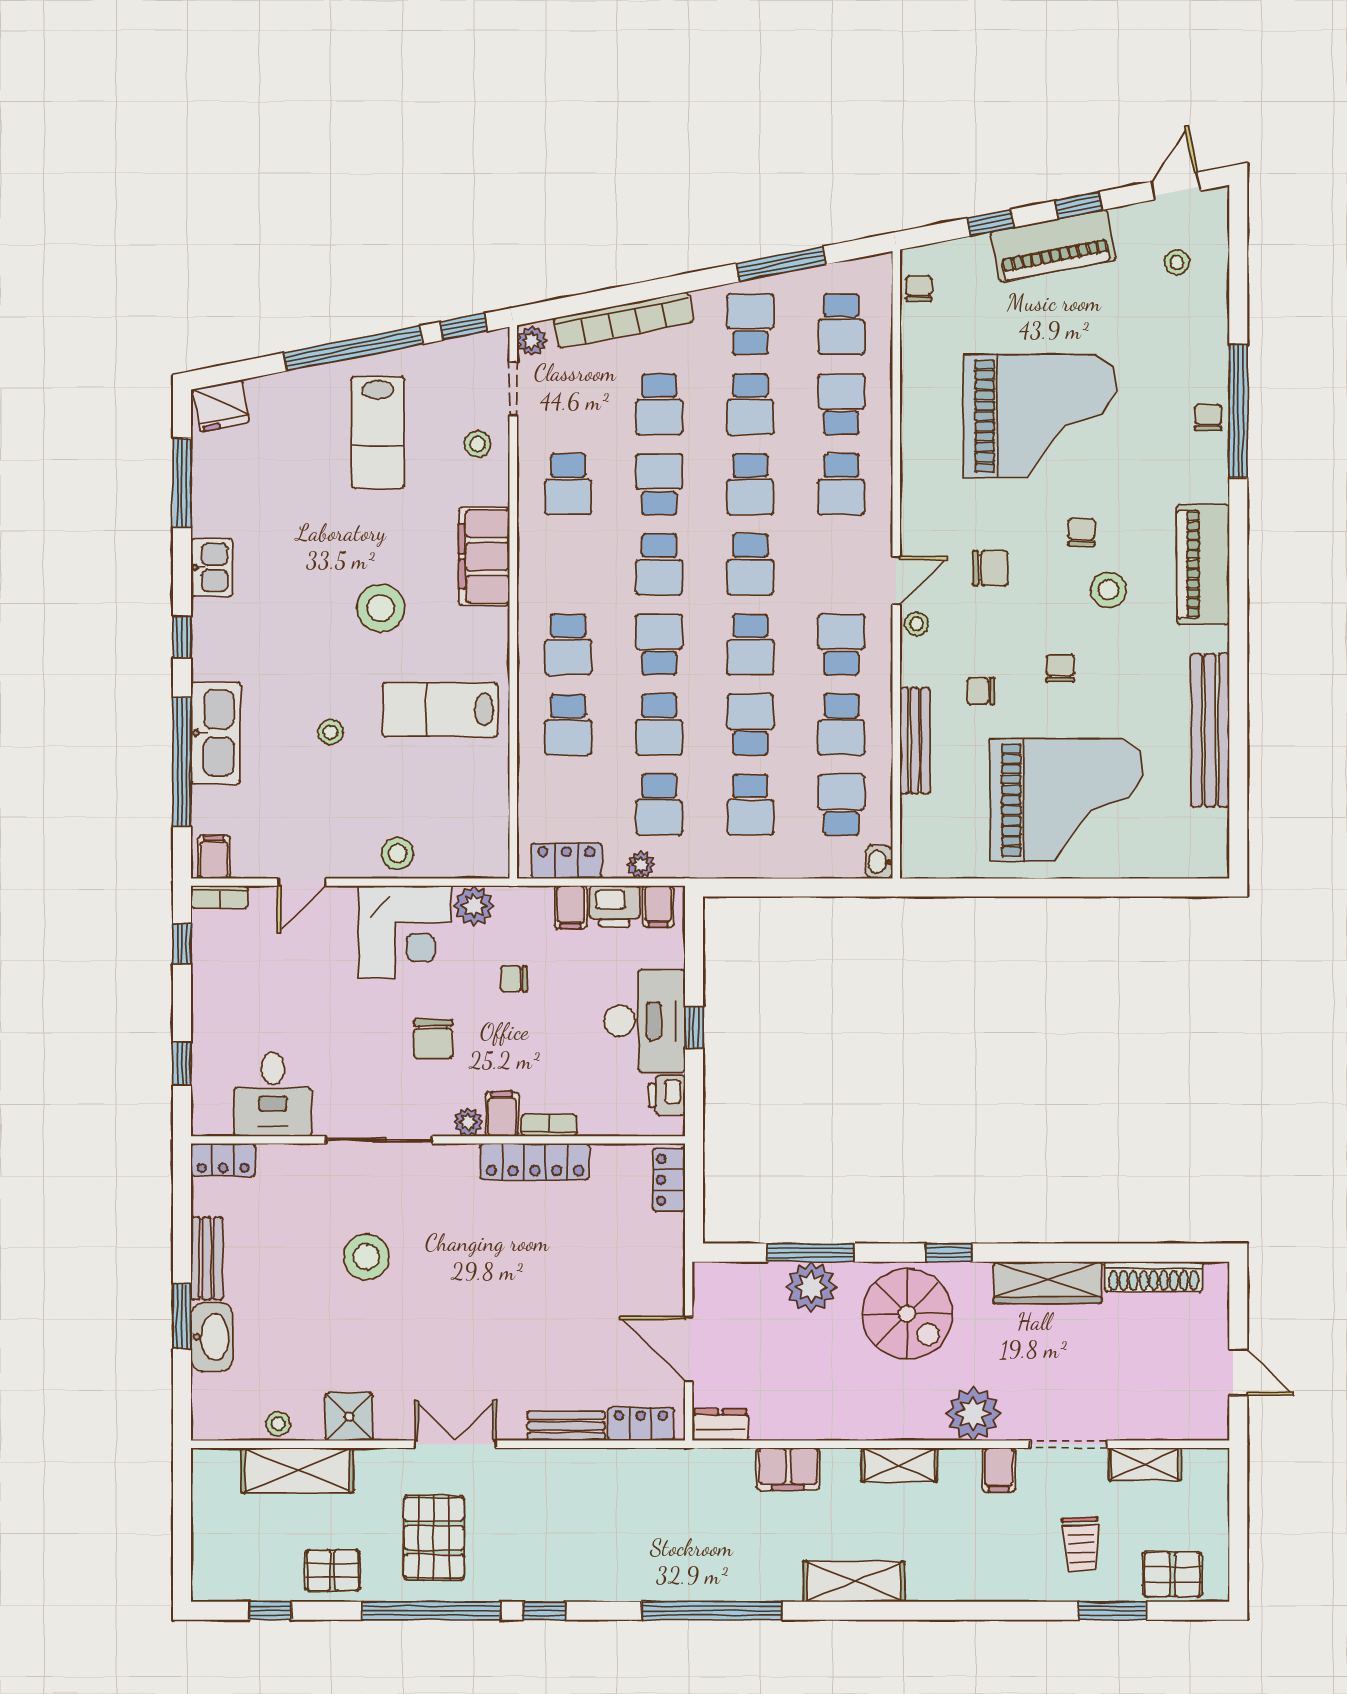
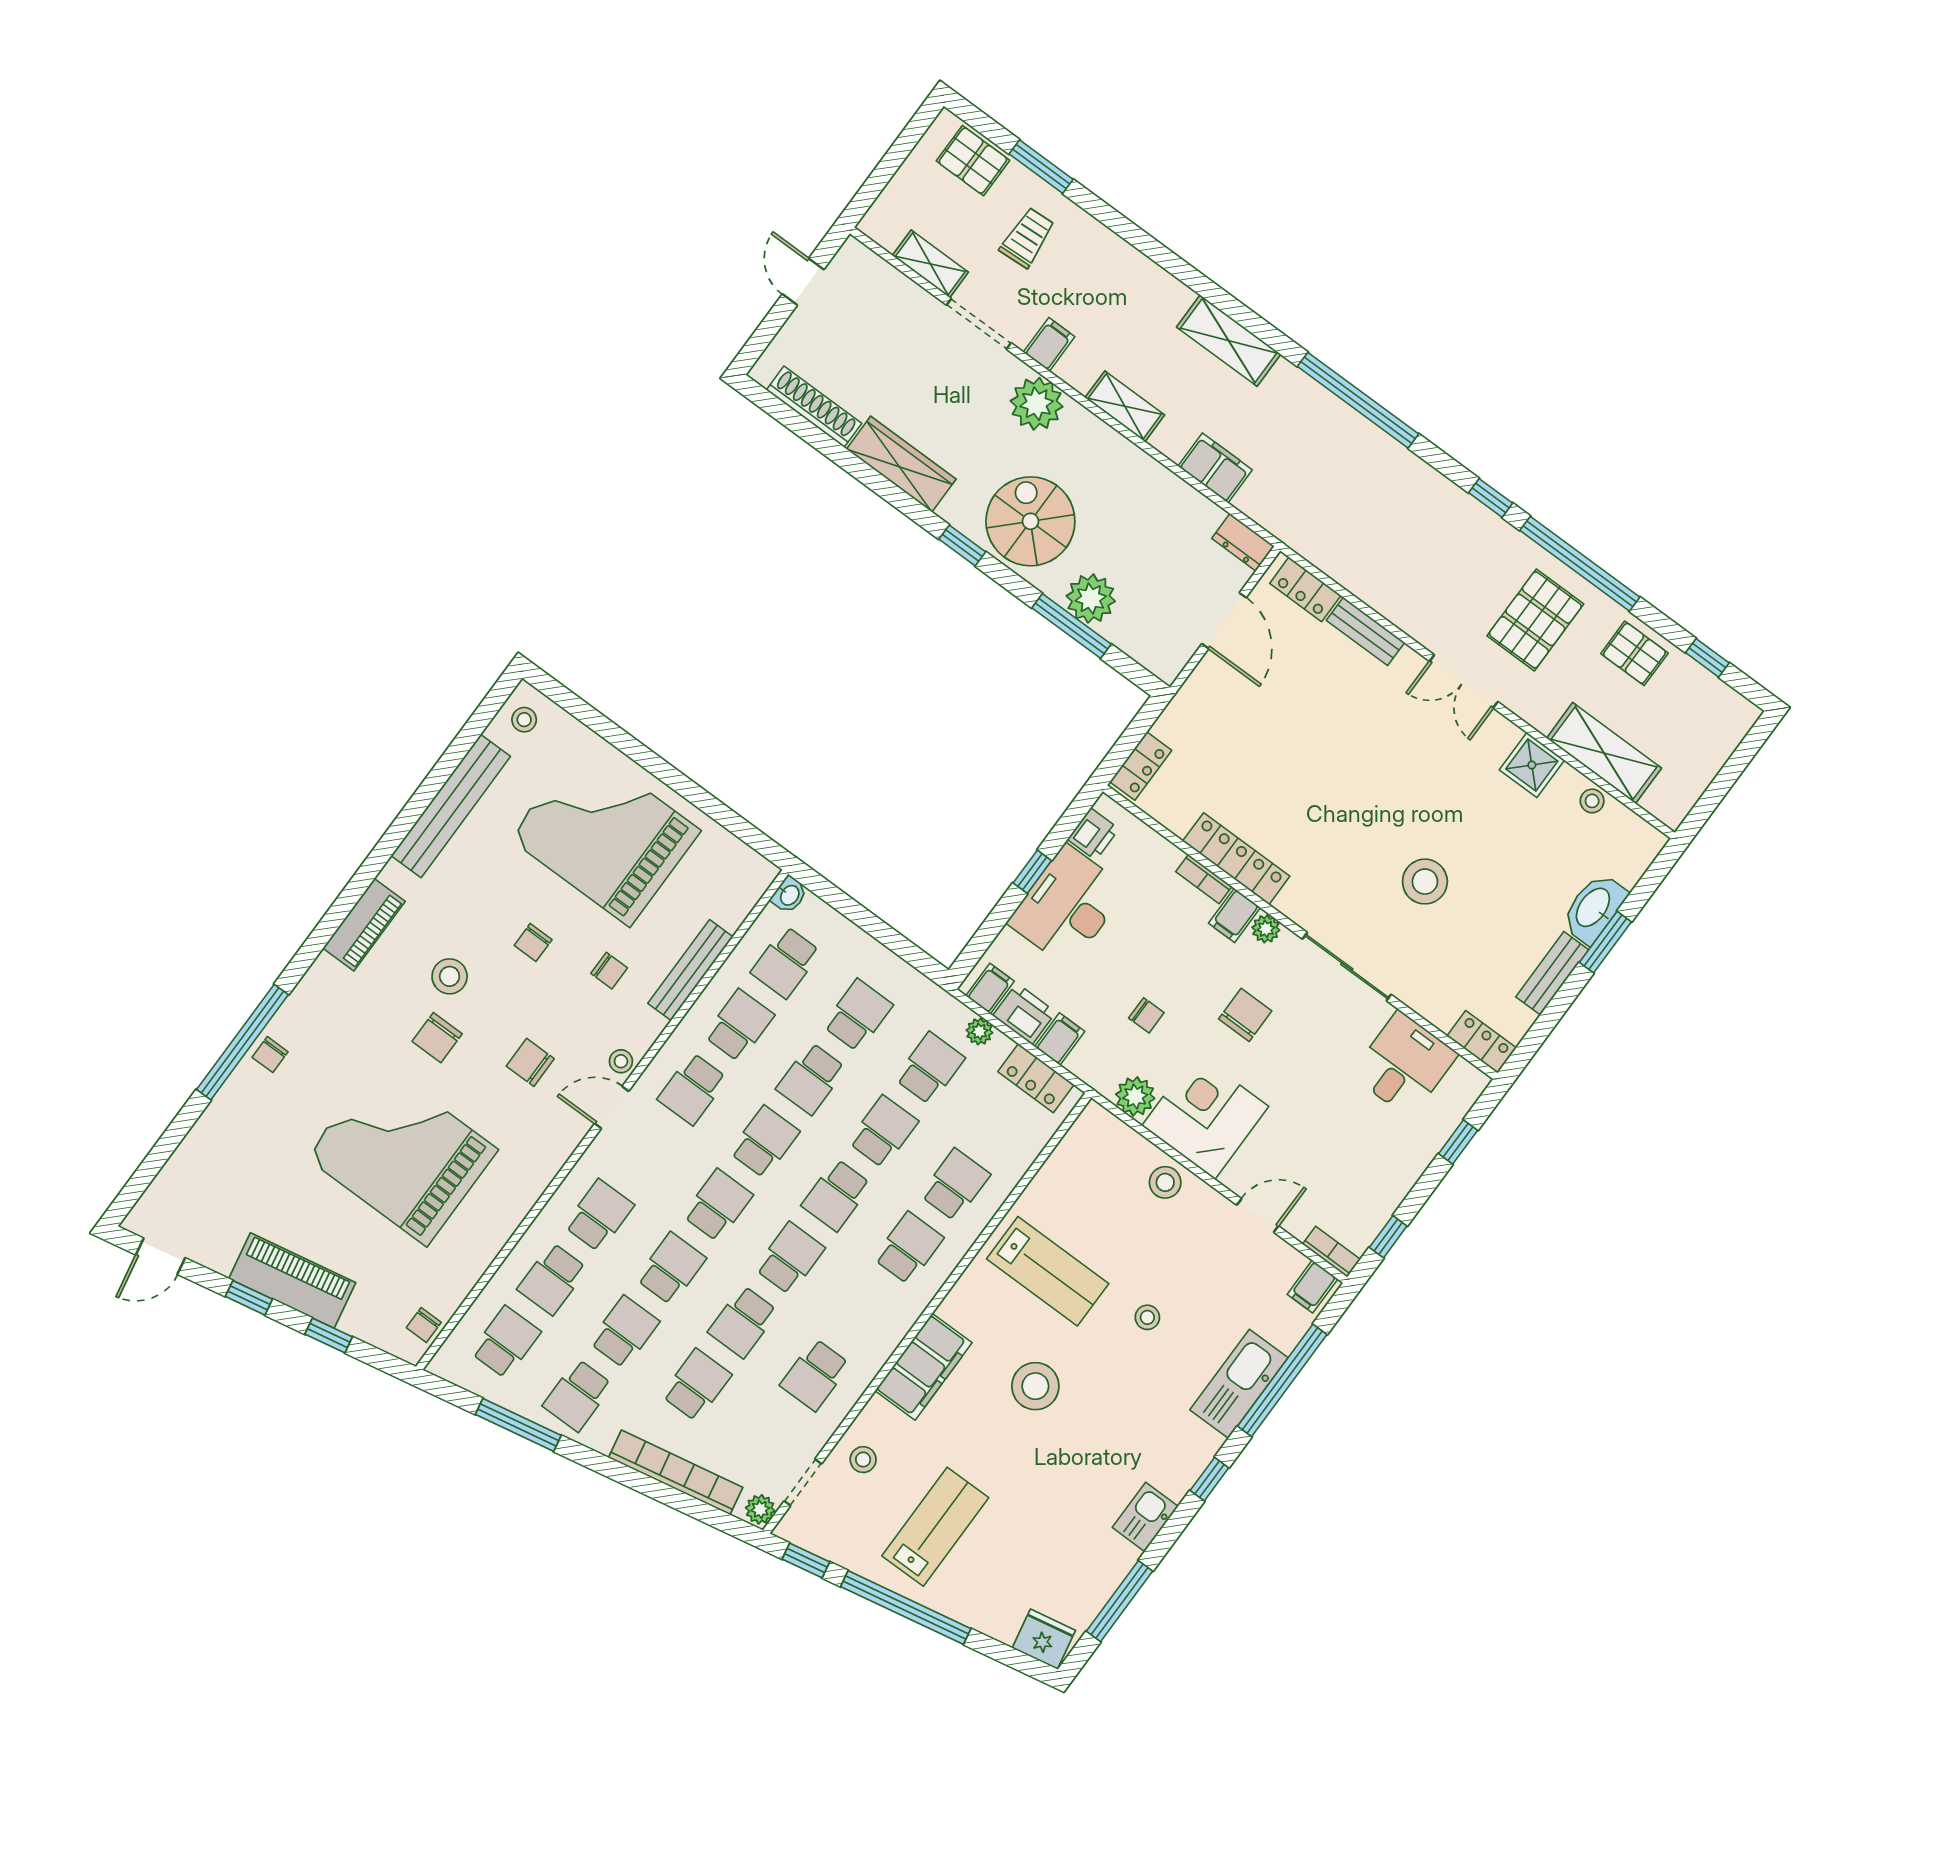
stool: (1177, 262) -> (524, 720), moved
school desk: (568, 484) -> (815, 1375), turned 180
chair: (1081, 532) -> (437, 1038), width x1.37, depth x1.37
piano: (1203, 564) -> (364, 925), width x0.73, depth x0.75

